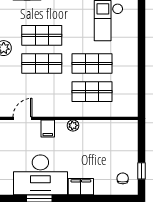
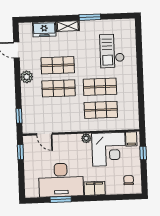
door: (22, 118) -> (44, 134), swing flipped
filing cabinet: (48, 128) -> (131, 139), moved
corner desk: (100, 140) -> (109, 149), added
window: (141, 171) -> (143, 153), moved

